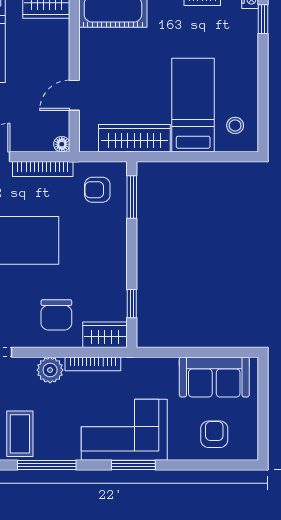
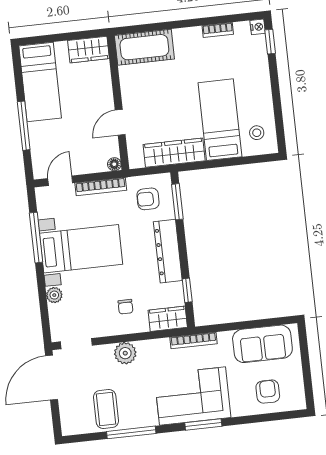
dresser: (114, 254) -> (168, 251), added
chair: (56, 315) -> (125, 307), width x0.54, depth x0.54
bookcase: (93, 364) -> (193, 340), moved

